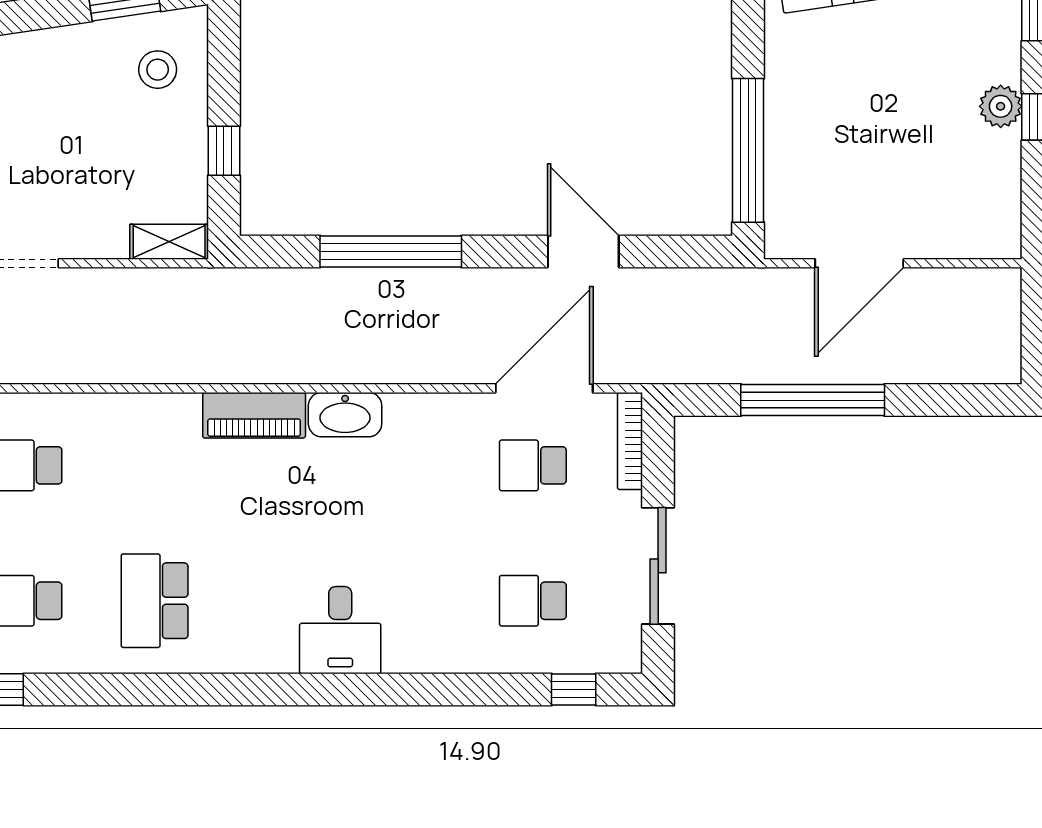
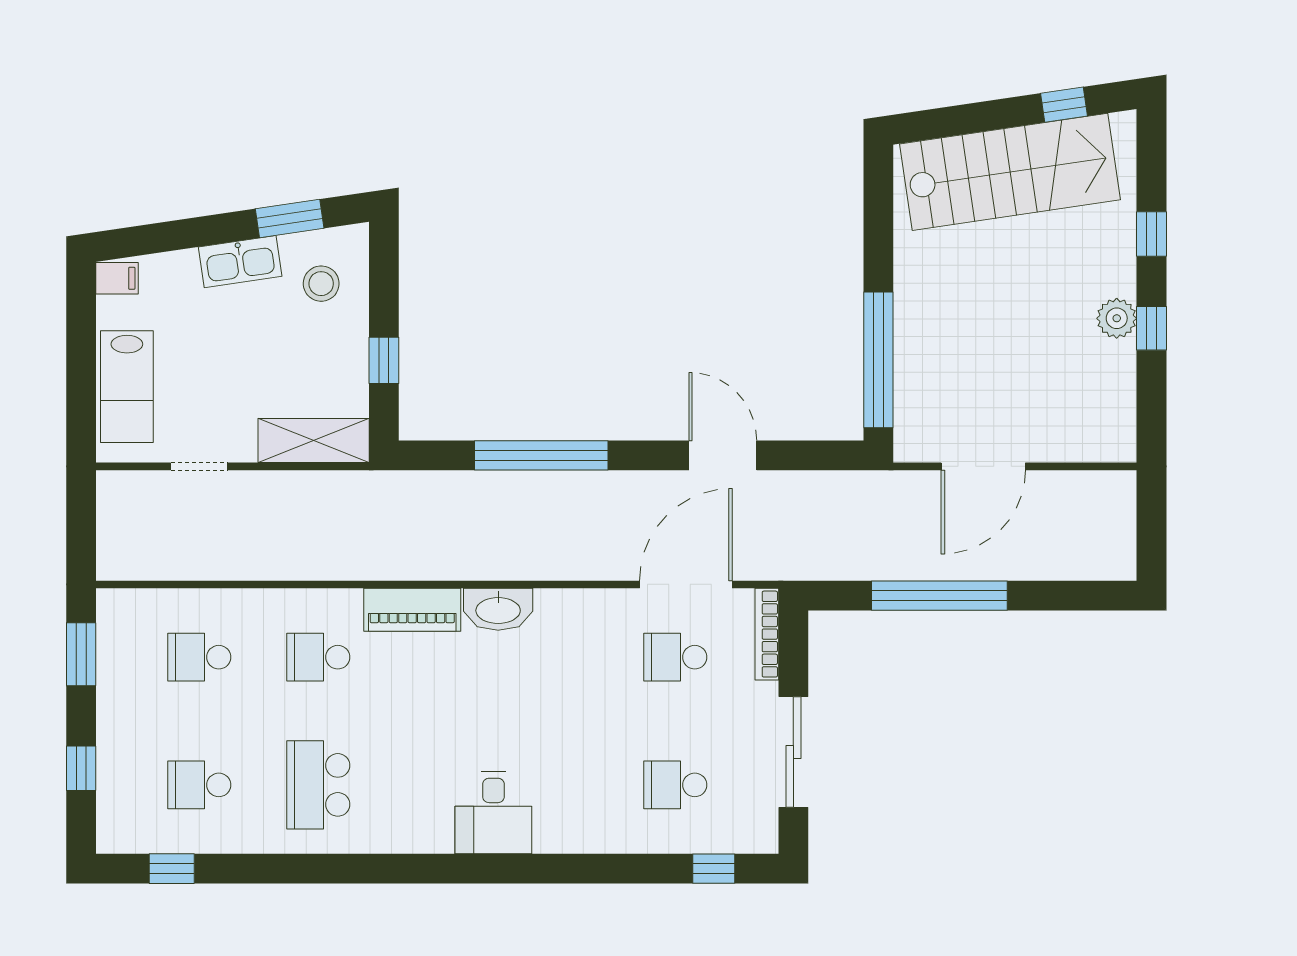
kitchen sink: (72, 46) -> (240, 262), added
shelving: (169, 242) -> (314, 440), width x1.50, depth x1.33
school desk: (155, 465) -> (318, 657), added

